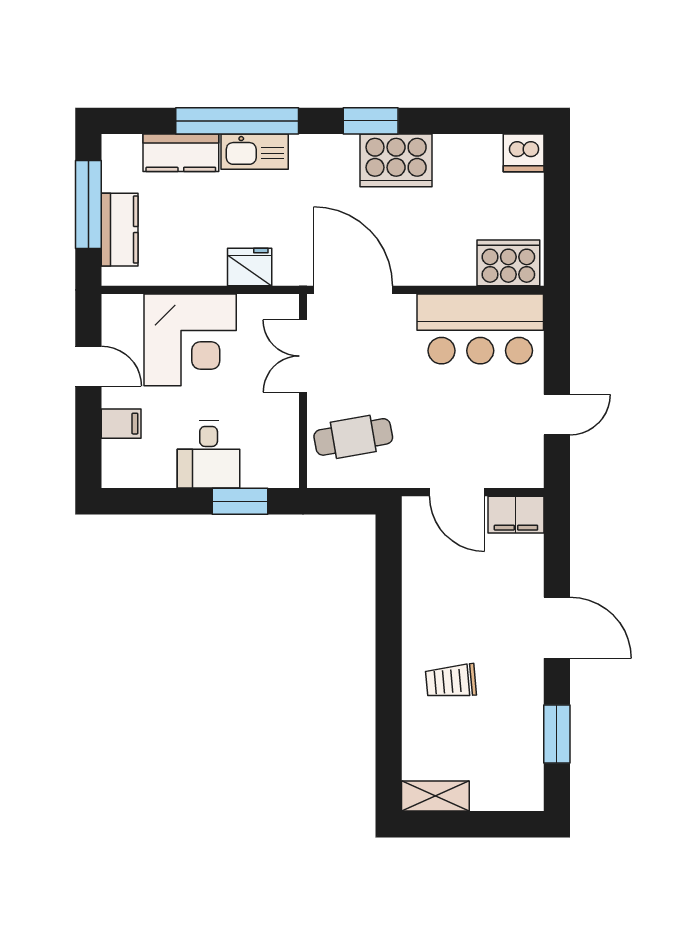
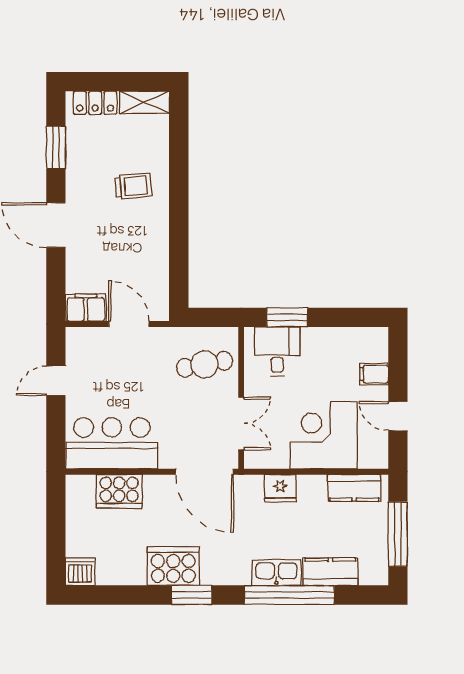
kitchen counter: (120, 230) -> (354, 488), moved, turned -90
cooker: (508, 263) -> (119, 491), moved
desk: (209, 455) -> (277, 351), moved
locker: (503, 795) -> (95, 103), added

